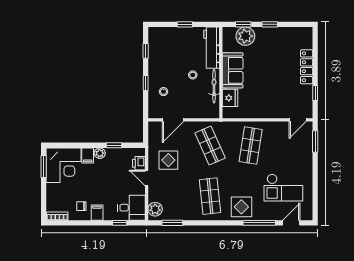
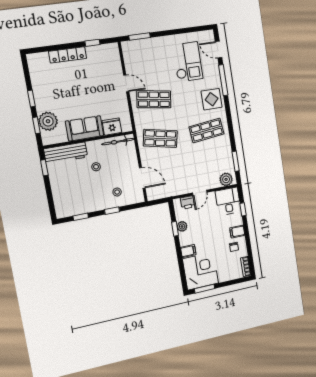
window: (185, 24) -> (44, 168), moved
bicycle: (214, 86) -> (118, 142), moved
door: (298, 120) -> (126, 83), moved
shop shelf: (210, 146) -> (160, 138), turned 36
plant: (100, 153) -> (182, 226), moved
display table: (168, 160) -> (180, 175), removed

